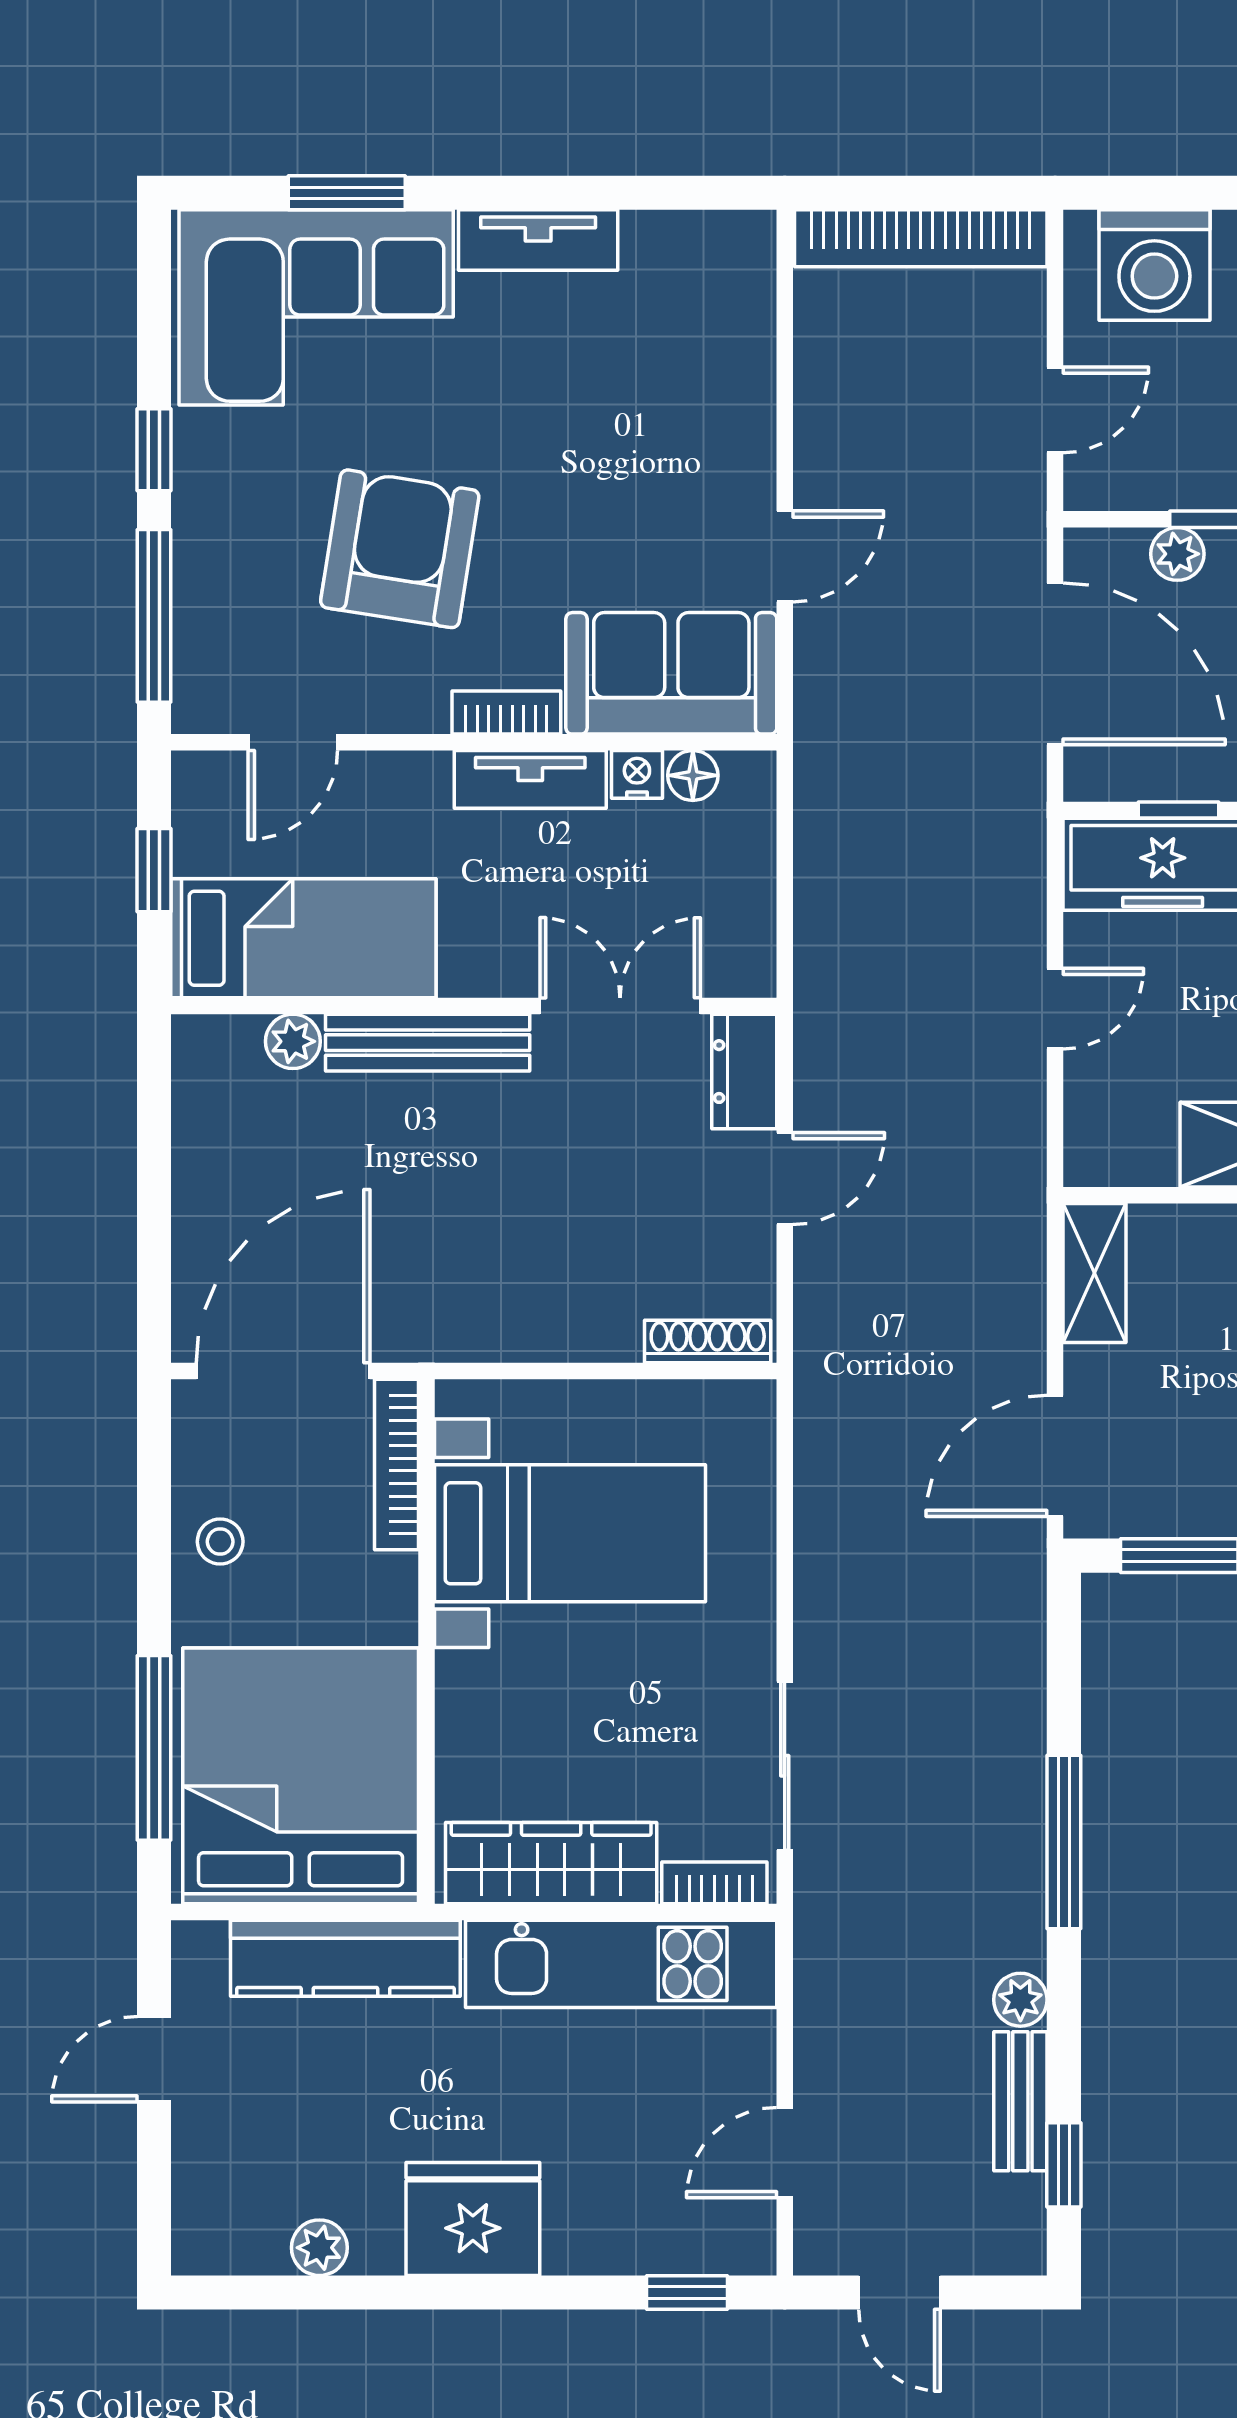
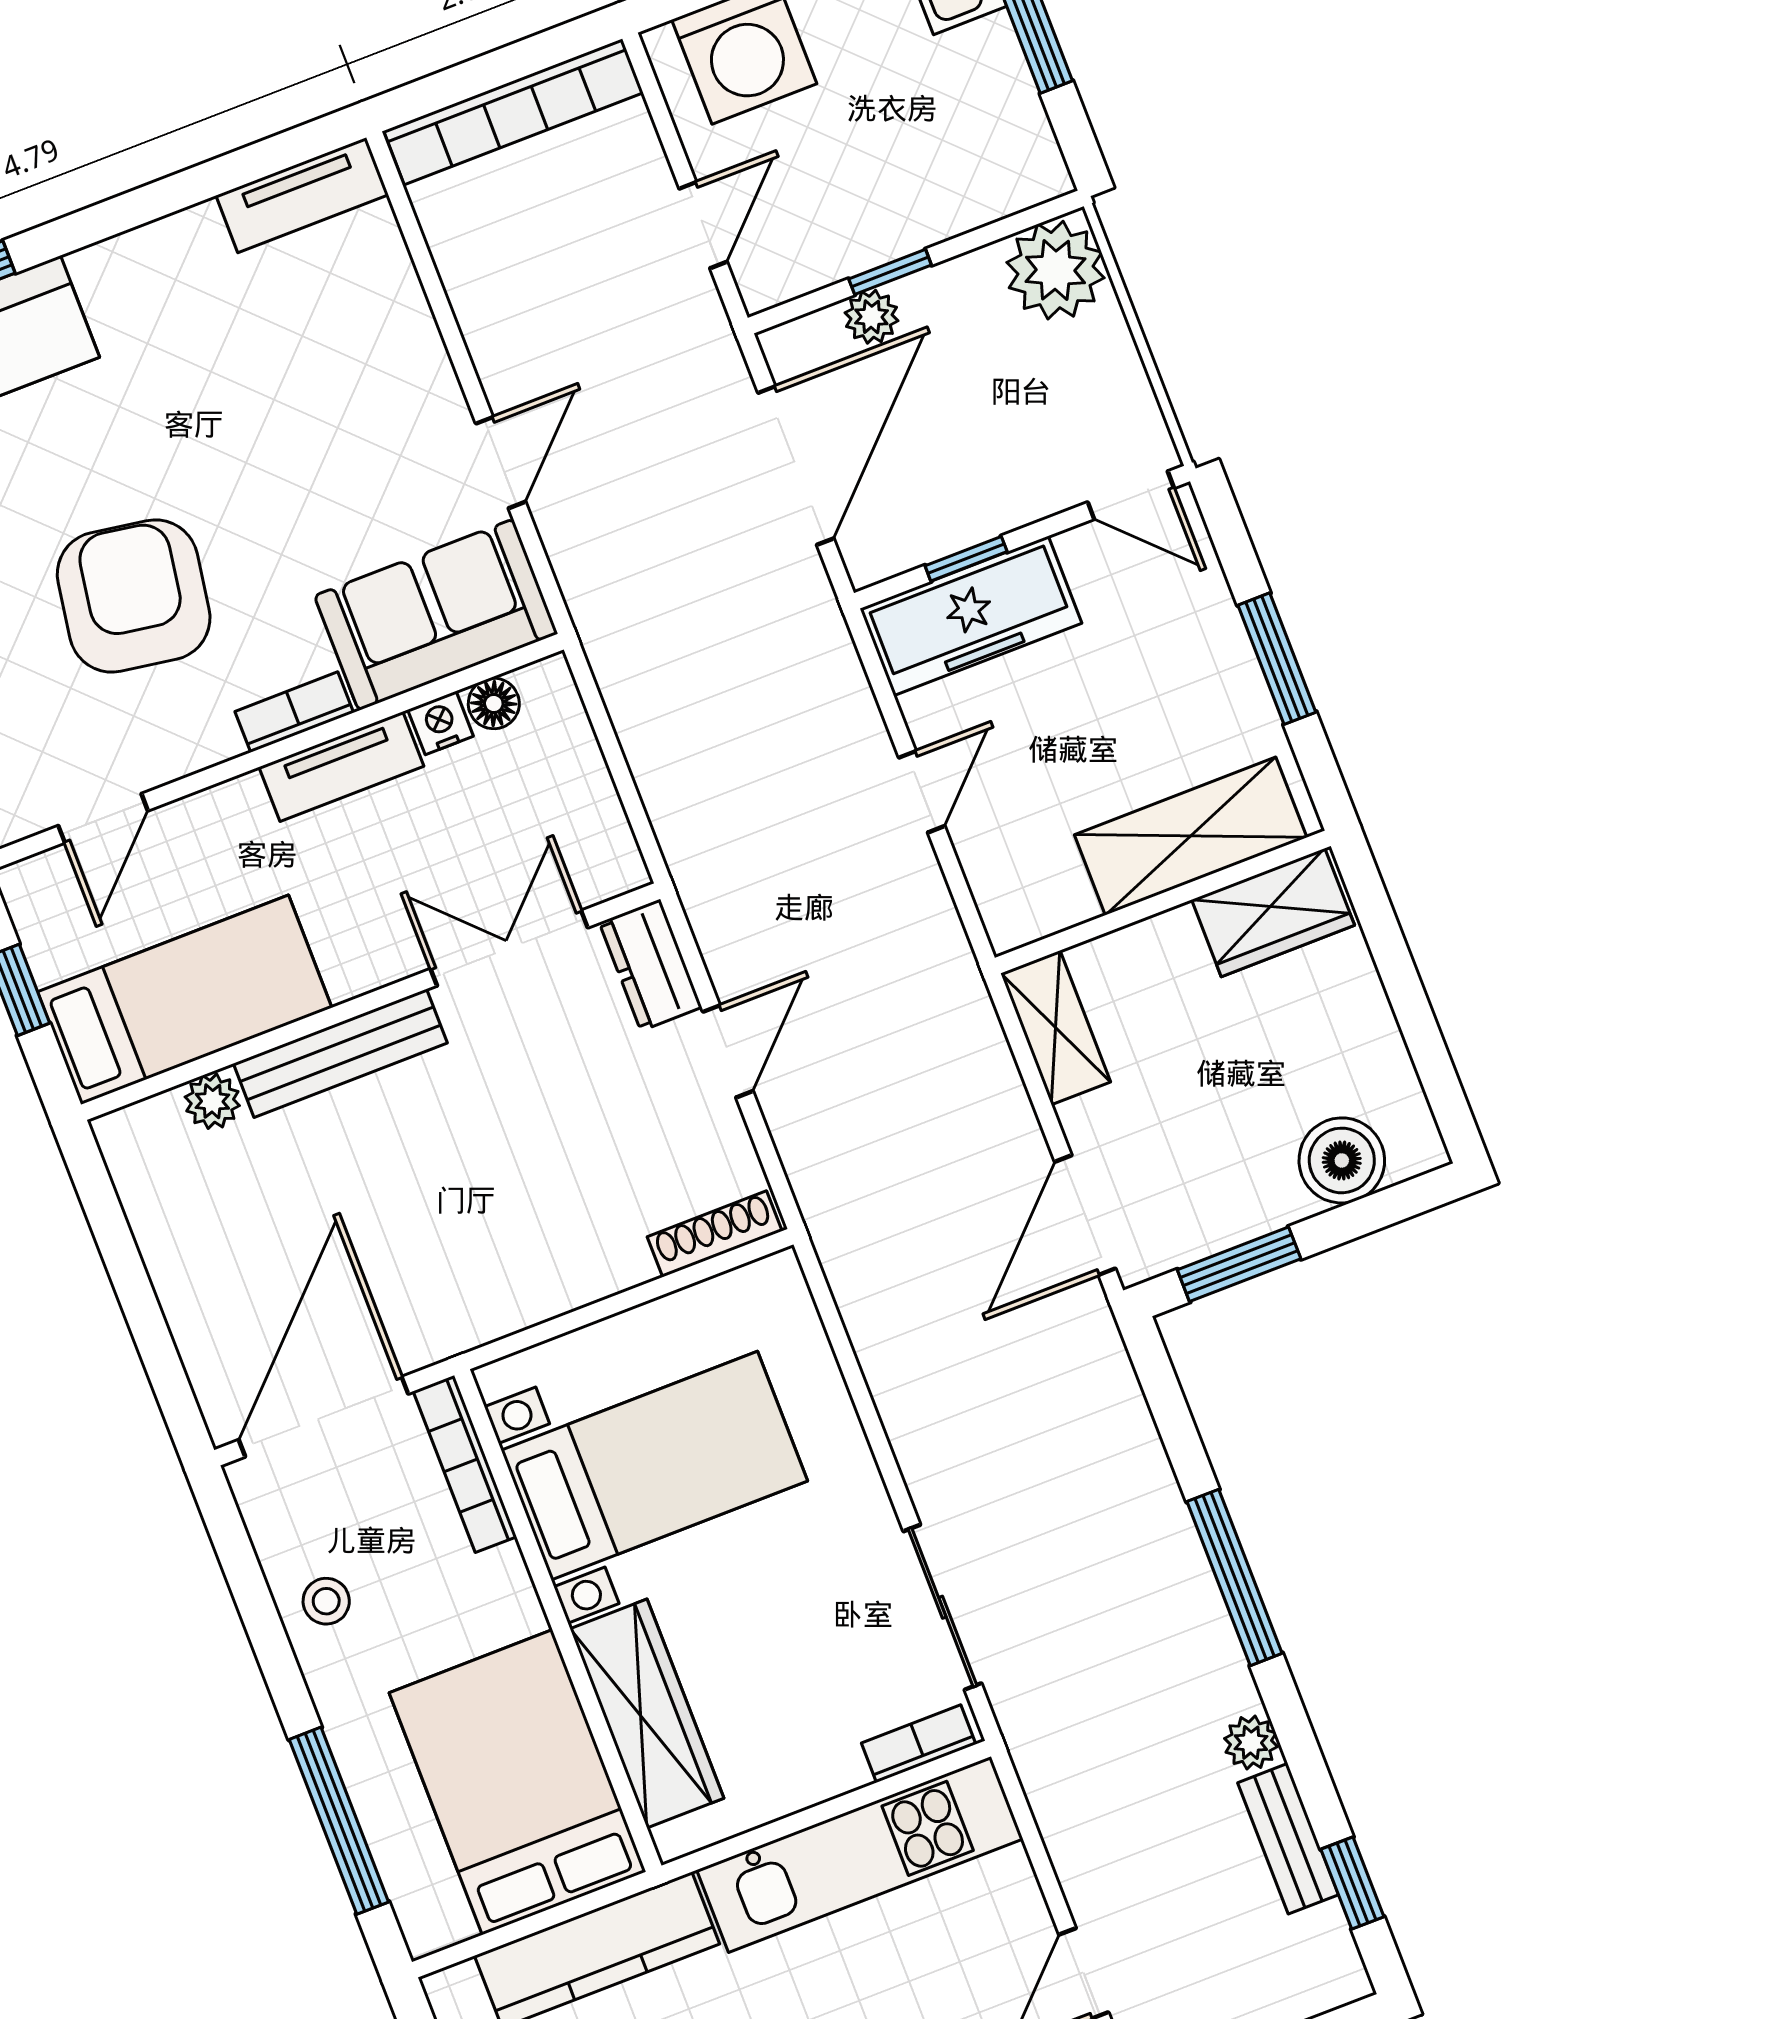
tv unit: (538, 240) -> (302, 195), moved
door: (1055, 664) -> (796, 466), hinge flipped
bed: (301, 1776) -> (518, 1782), width x0.73
wardrobe: (551, 1863) -> (647, 1713), moved, turned 90

